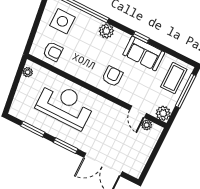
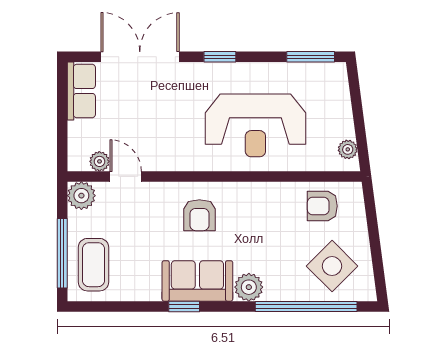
side table: (62, 21) -> (332, 266), turned 45
sofa: (144, 53) -> (197, 281), moved
window: (33, 129) -> (311, 57), moved
window: (66, 146) -> (220, 57), width x0.67
row of seats: (139, 162) -> (81, 91), added

